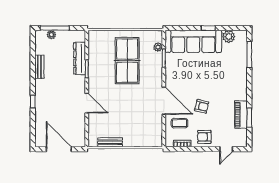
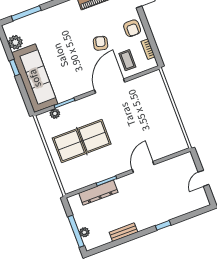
bench: (110, 142) -> (176, 126), removed
door: (59, 149) -> (203, 178), width x0.53

